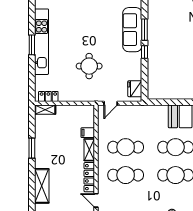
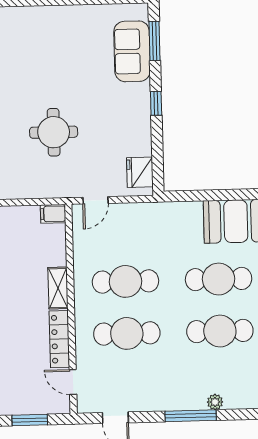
sofa: (132, 30) -> (132, 51), width x0.73
window: (144, 30) -> (154, 41), moved
filing cabinet: (88, 133) -> (53, 214), moved

